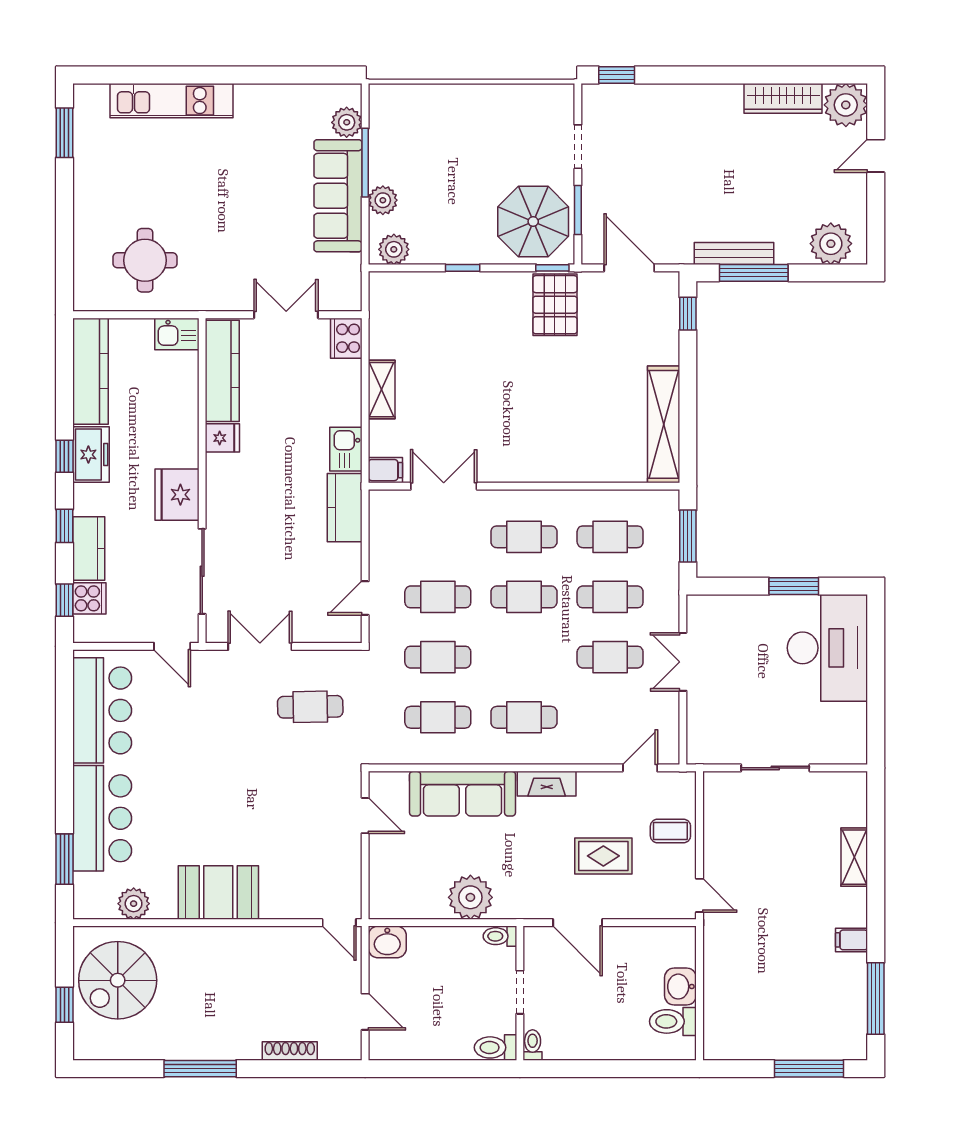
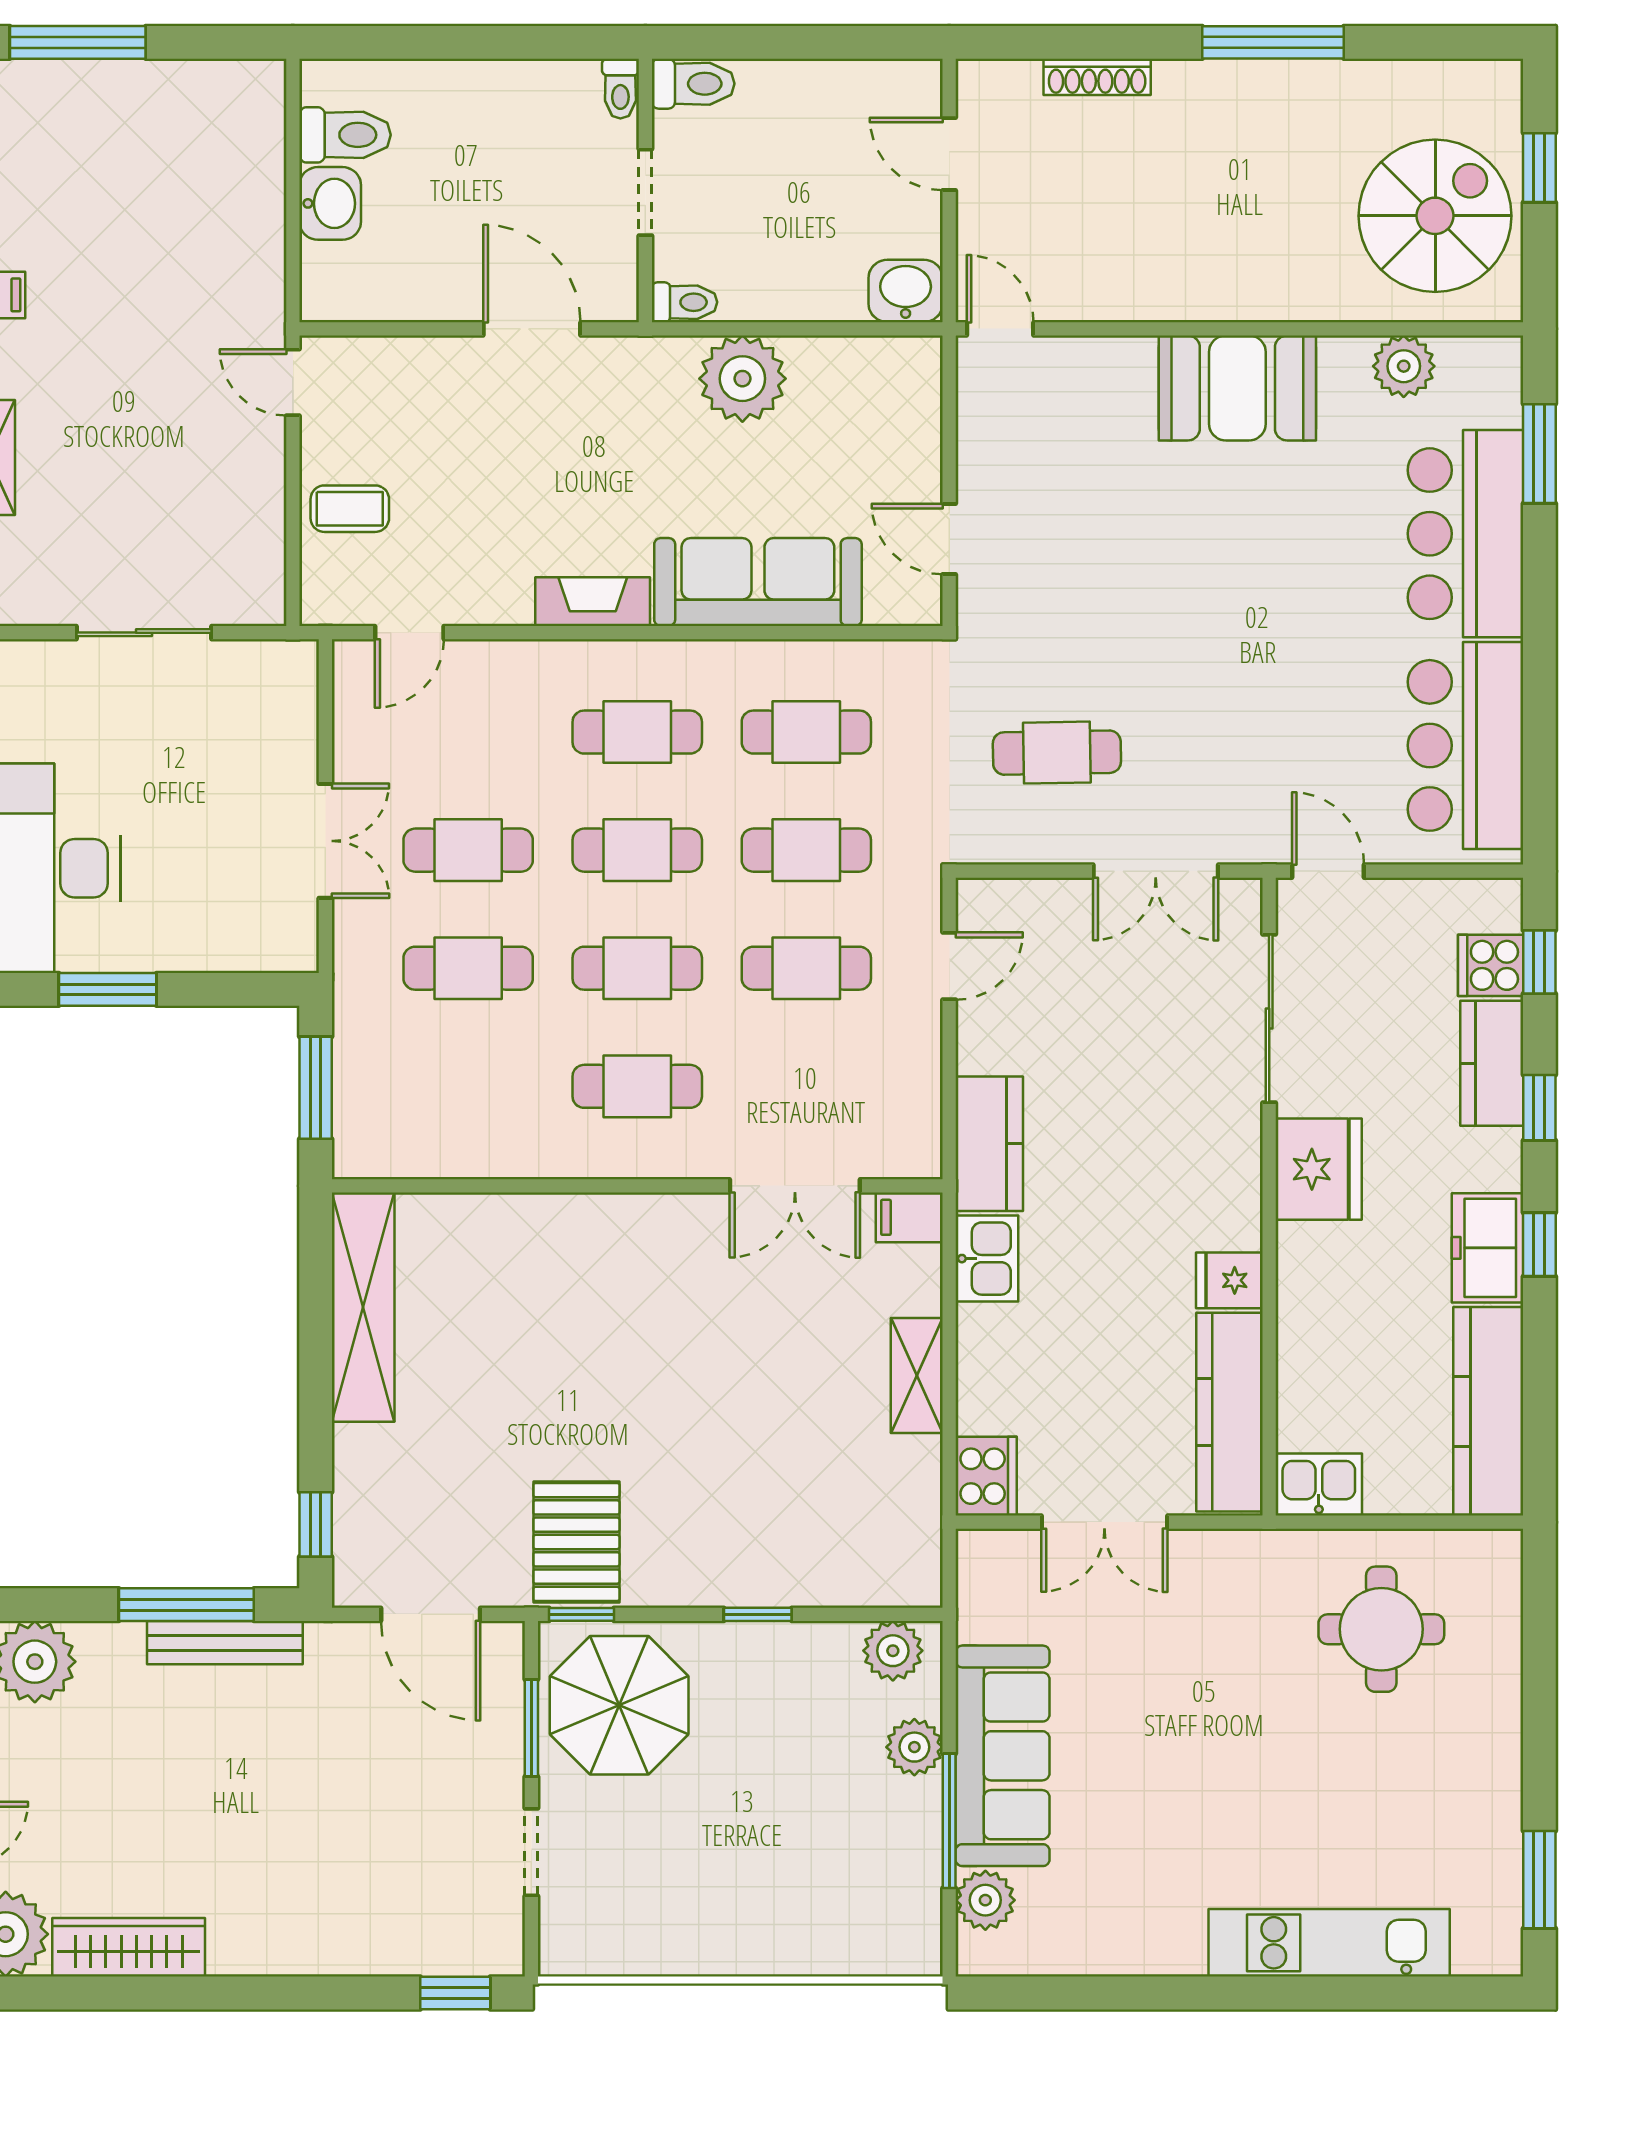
cafe table: (610, 537) -> (637, 850), moved
rug: (603, 856) -> (481, 460), removed

